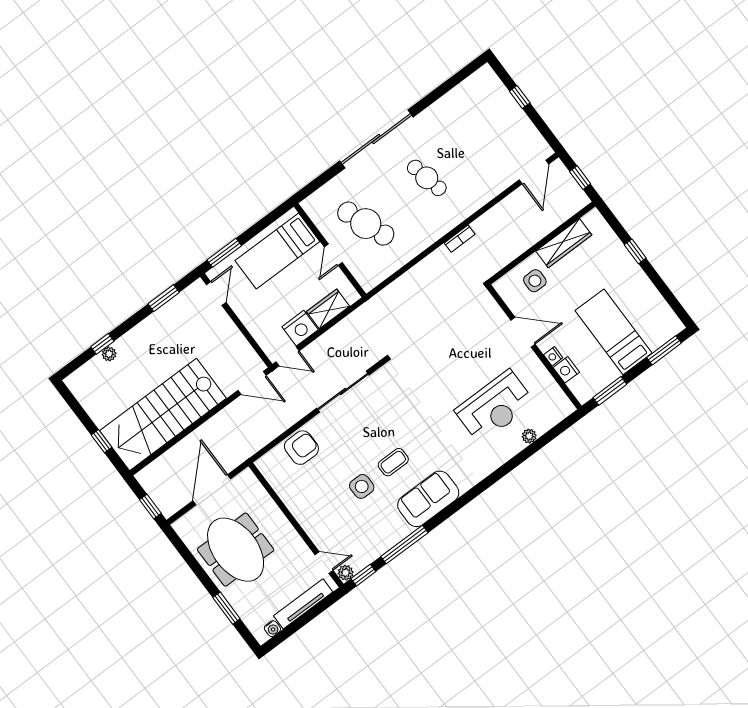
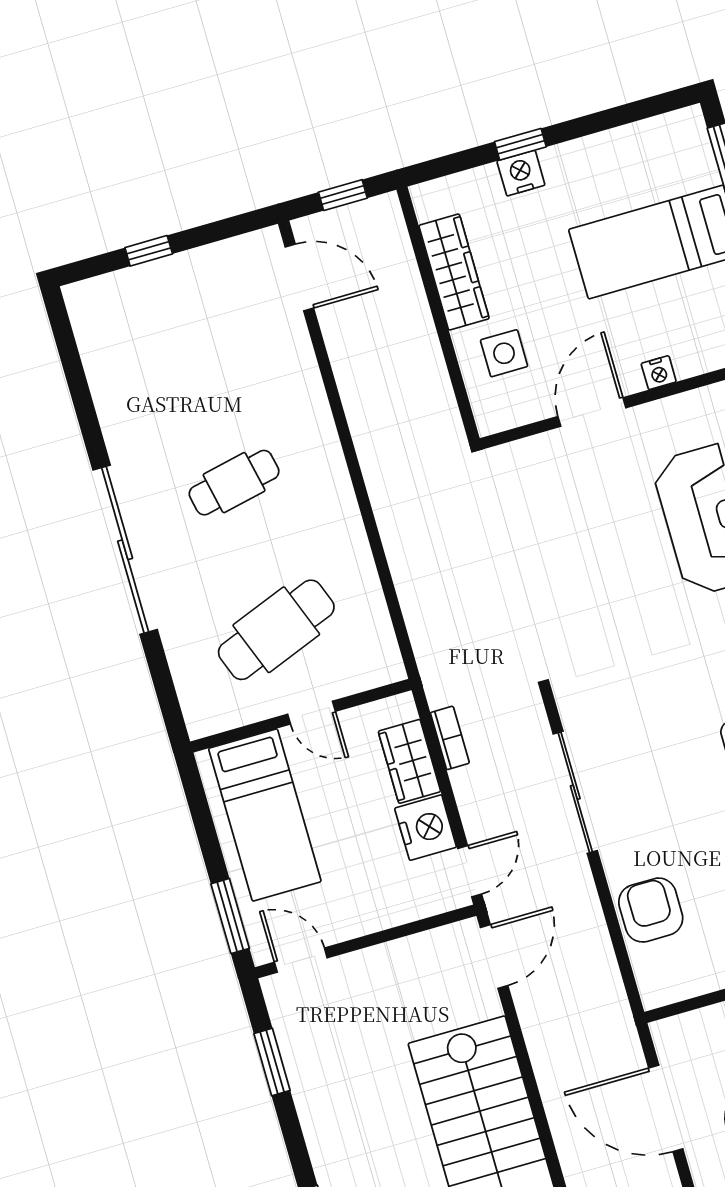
bookcase: (460, 239) -> (450, 738), moved
nightstand: (566, 370) -> (521, 173), moved, turned 180

